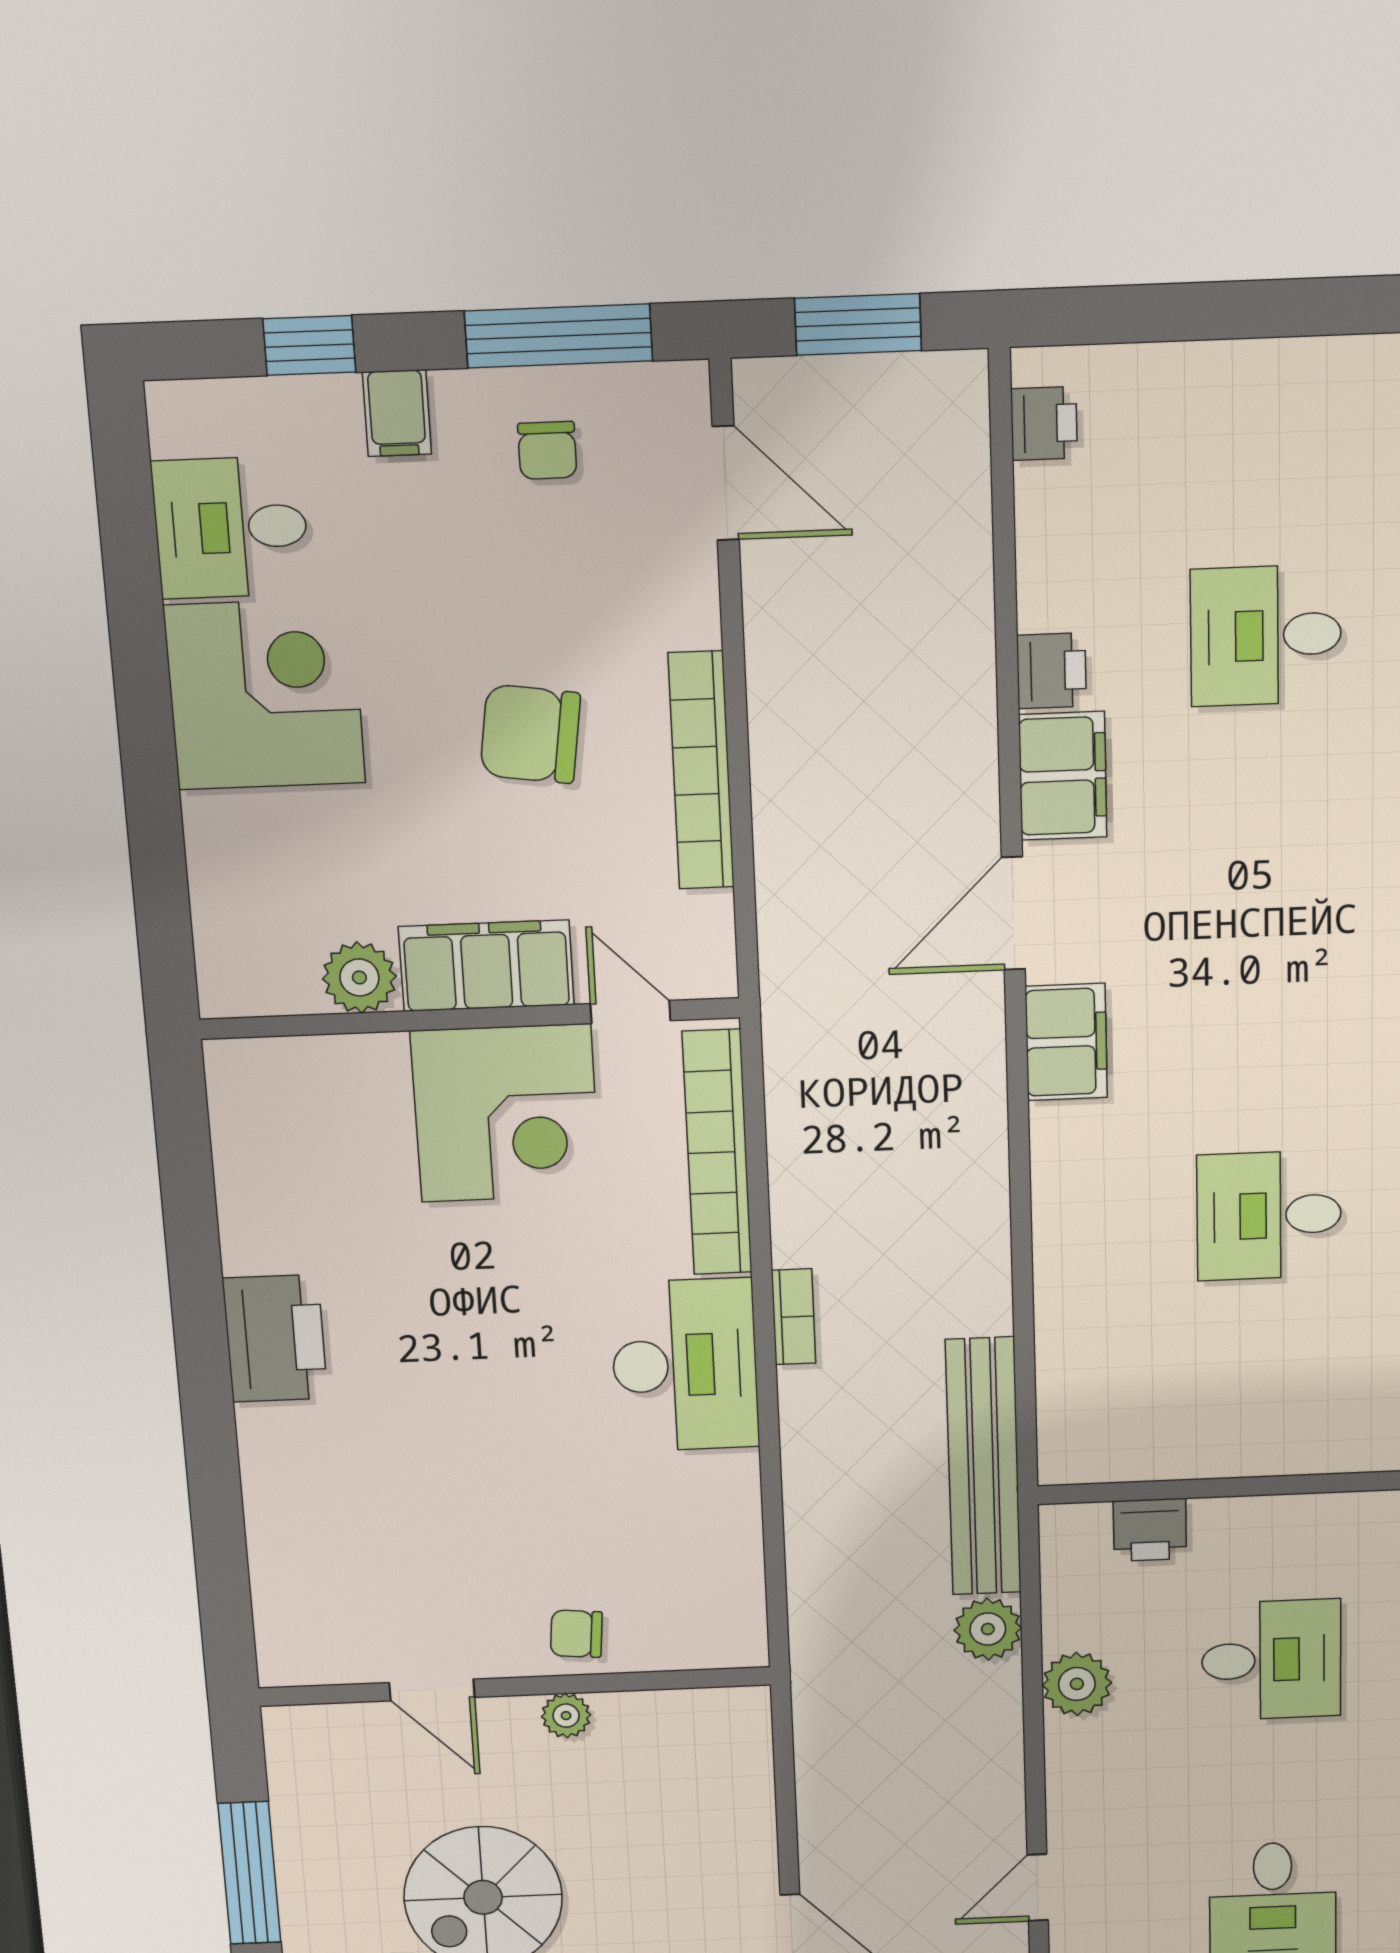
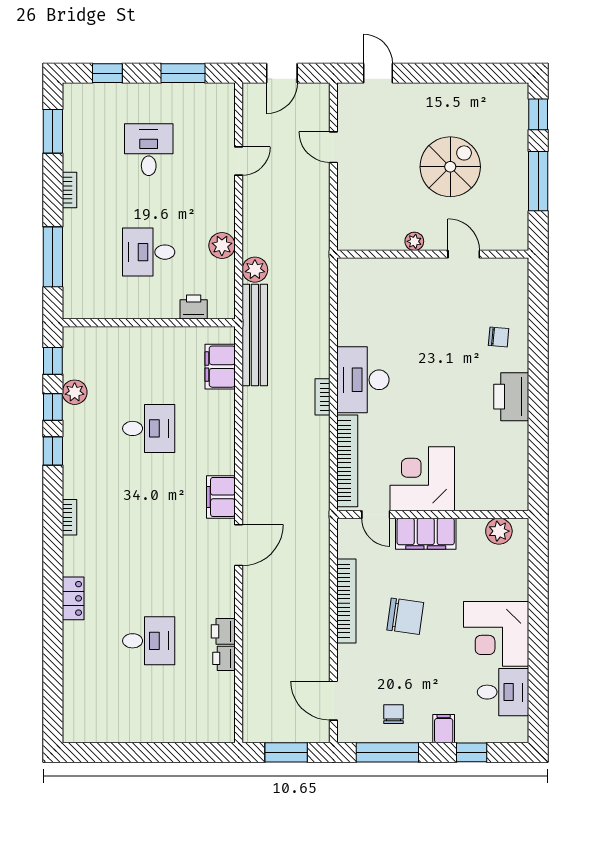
printer: (1044, 424) -> (224, 658), moved
filing cabinet: (1063, 776) -> (220, 367), moved
plant: (359, 978) -> (499, 531), moved
chair: (576, 1634) -> (499, 337), moved

